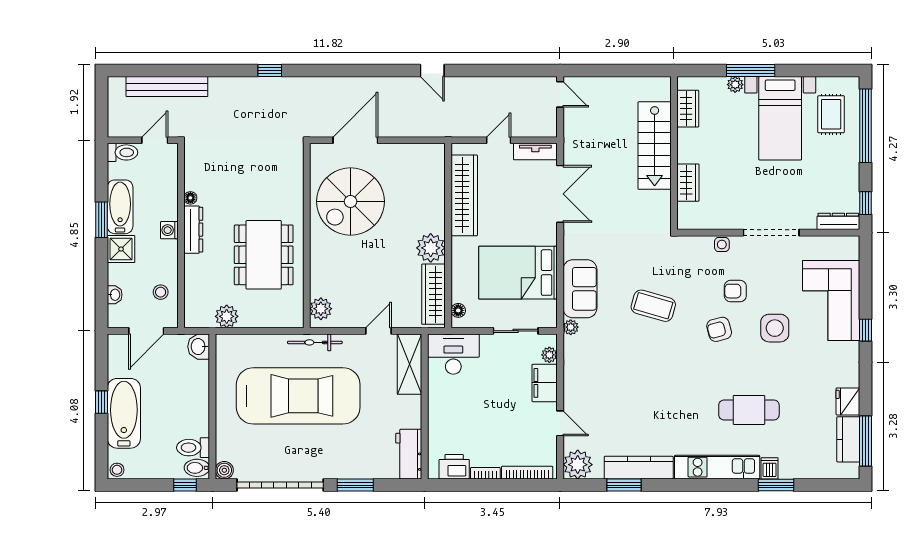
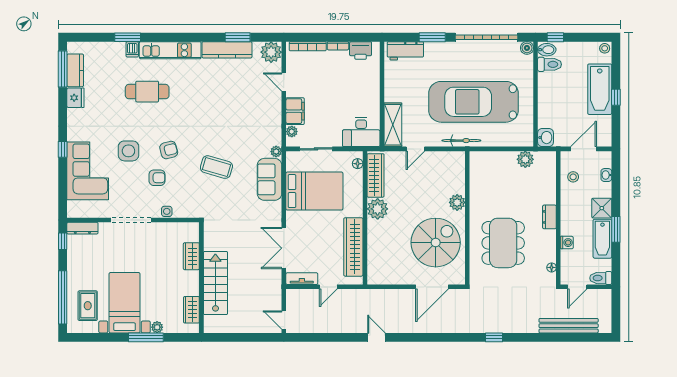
floor lamp: (190, 198) -> (552, 267), moved
washing machine: (169, 230) -> (567, 243), moved
dresser: (193, 230) -> (549, 217), width x0.70
dining table: (264, 255) -> (503, 243), moved
plant: (321, 309) -> (457, 202), moved
workbench: (409, 454) -> (405, 51), moved, turned 90

